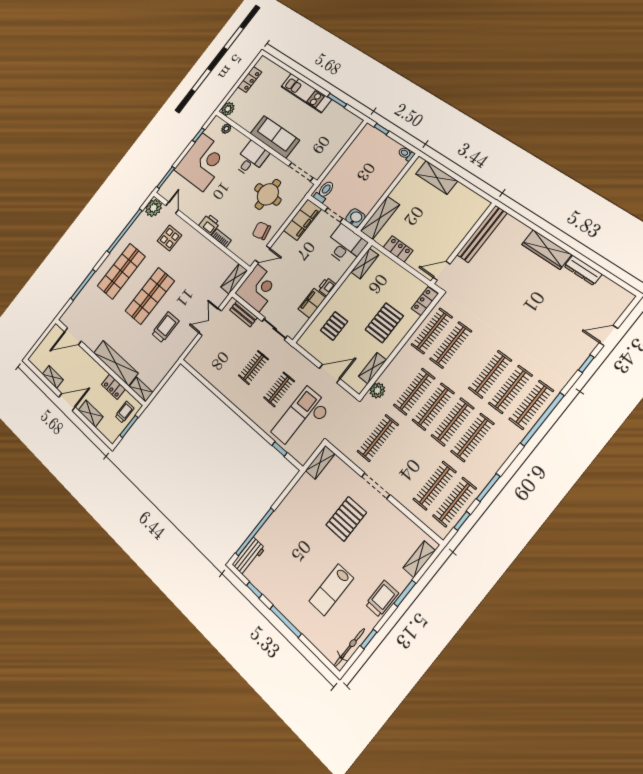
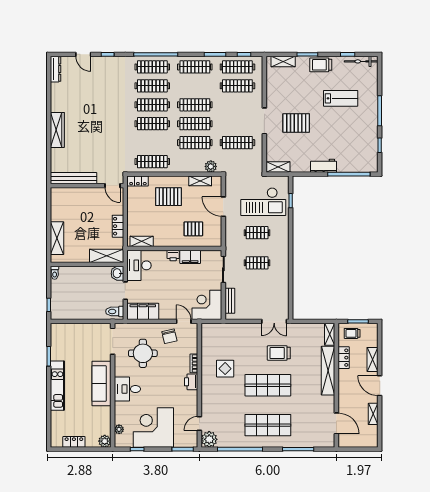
display table: (170, 238) -> (225, 369), moved
dresser: (583, 270) -> (56, 69), moved
shelving: (234, 279) -> (213, 328), removed
double door: (210, 322) -> (274, 321), moved
clothes rail: (451, 345) -> (152, 124), moved
clothes rail: (472, 438) -> (195, 67), moved
workbench: (249, 556) -> (324, 166), moved

